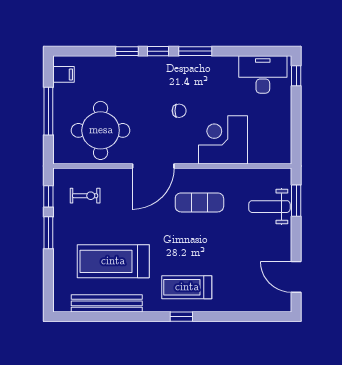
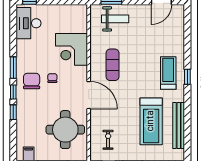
chair: (175, 79) -> (32, 81), added
weight bench: (269, 207) -> (115, 19), turned -90
treadmill: (187, 287) -> (168, 73), turned 180

